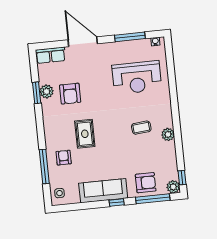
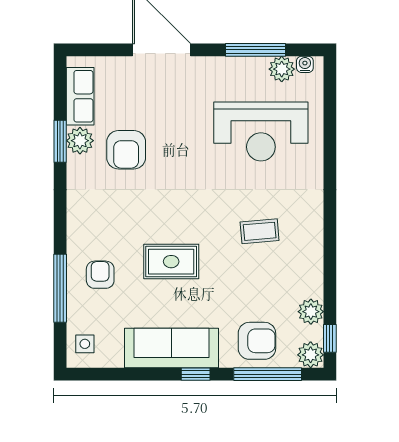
plant: (144, 45) -> (282, 69), added
row of seats: (50, 55) -> (80, 96), moved, turned -90
rug: (85, 134) -> (171, 262), moved, turned 90
plant: (168, 134) -> (311, 312), moved

